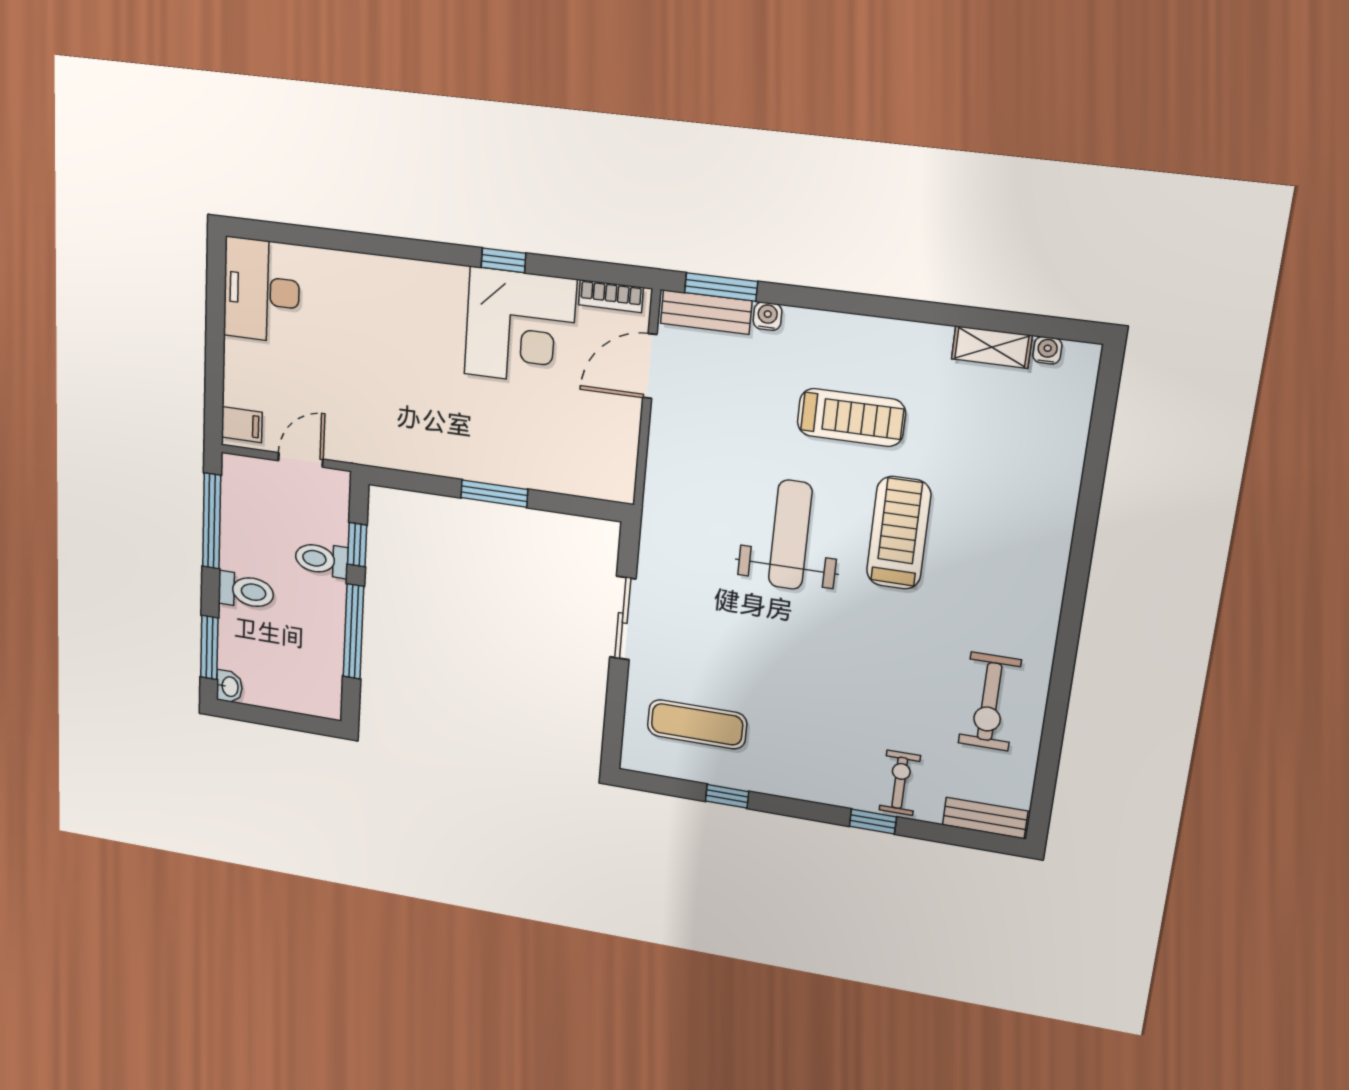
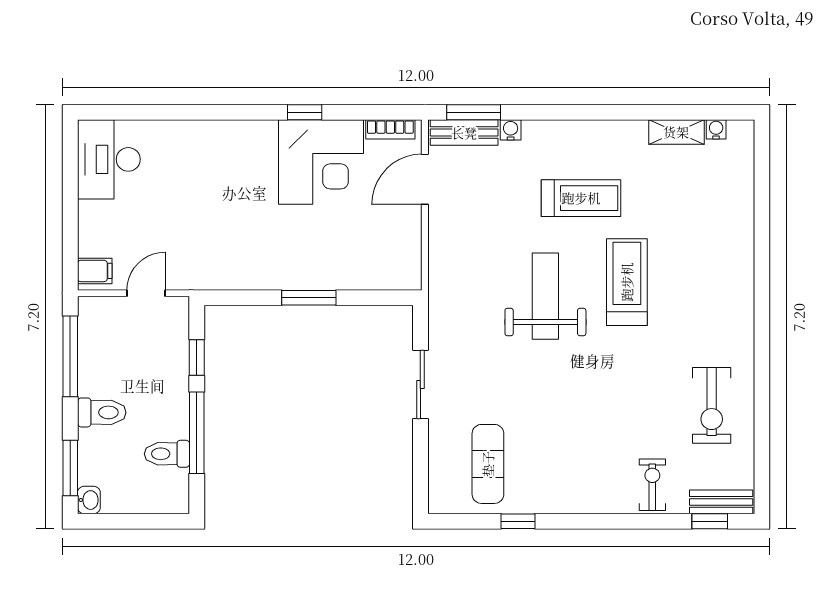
toilet: (322, 559) -> (167, 454), moved
exercise mat: (697, 724) -> (488, 464), turned 90
window: (873, 822) -> (710, 521), moved

